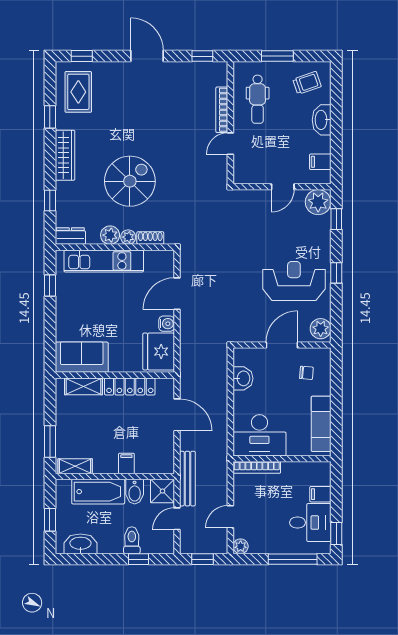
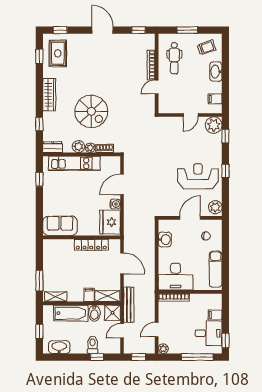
window: (50, 117) -> (39, 56), moved
spiral stairs: (130, 181) -> (91, 111), turned 90
shelving: (84, 386) -> (107, 296), moved

